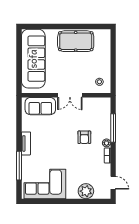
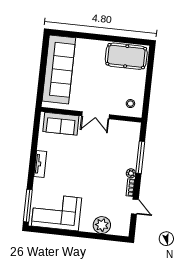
pool table: (76, 41) -> (126, 56), moved
armchair: (84, 137) -> (107, 164), removed
window: (19, 166) -> (28, 206), moved
door: (113, 183) -> (135, 207), moved

